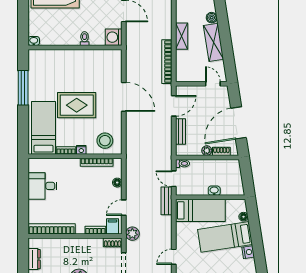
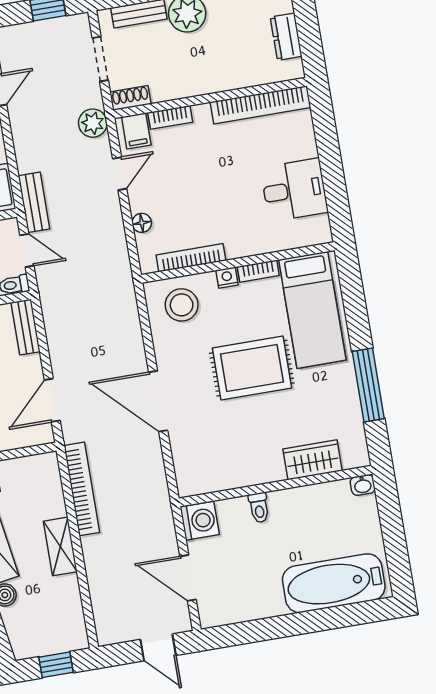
wardrobe: (55, 57) -> (312, 460), added
bench: (180, 132) -> (25, 327), moved

